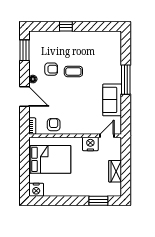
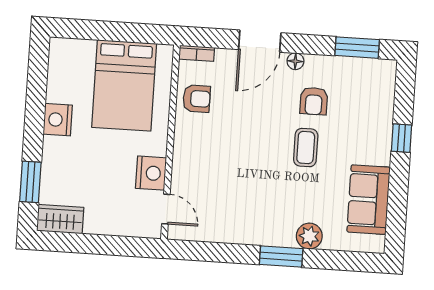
plant: (115, 67) -> (309, 236), added
window: (126, 80) -> (281, 257), width x0.69
sofa: (112, 100) -> (369, 200), moved, turned -90
wardrobe: (115, 171) -> (60, 219), moved
nightstand: (36, 190) -> (58, 120), moved

